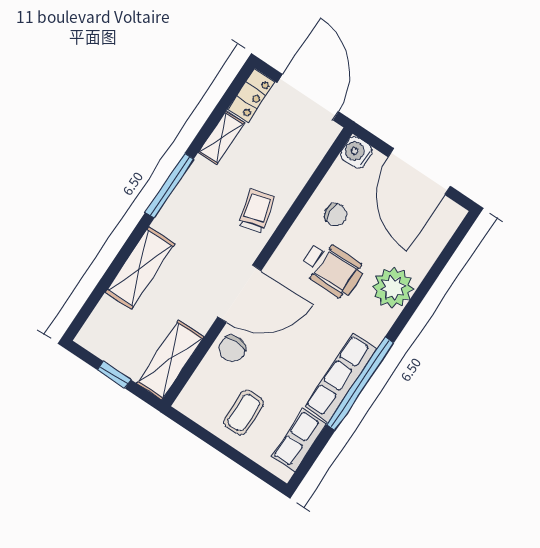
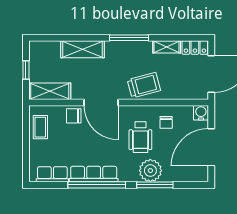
trolley: (257, 211) -> (144, 85), width x1.36, depth x1.39
window: (419, 295) -> (155, 185), added
coffee table: (244, 412) -> (40, 127), moved, turned 90

